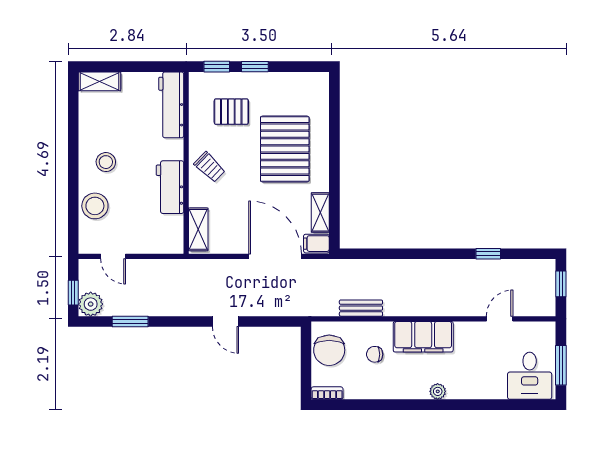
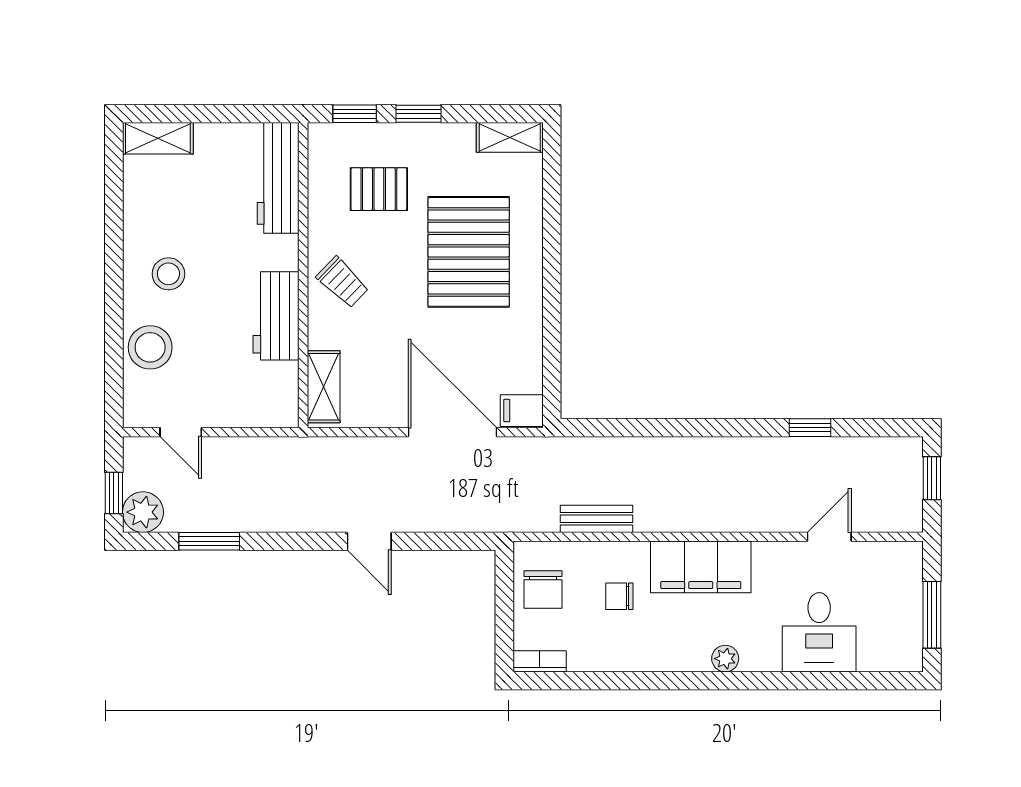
shelving: (320, 213) -> (510, 137), moved, turned 90
chair: (329, 350) -> (543, 589), width x0.73, depth x0.73
desk: (530, 376) -> (819, 632), moved

